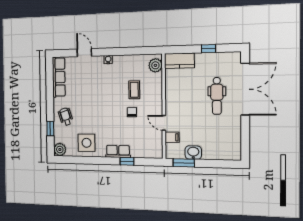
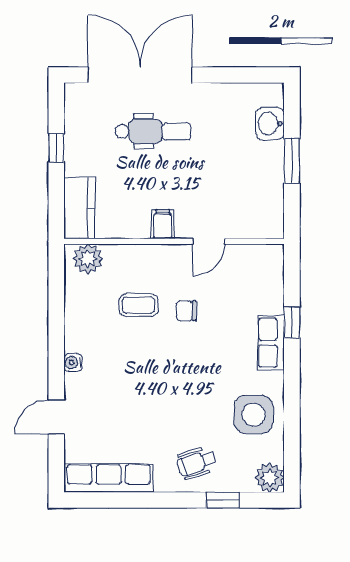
filing cabinet: (172, 137) -> (163, 224), moved
washbasin: (193, 153) -> (270, 124), moved
window: (184, 163) -> (292, 161), moved

